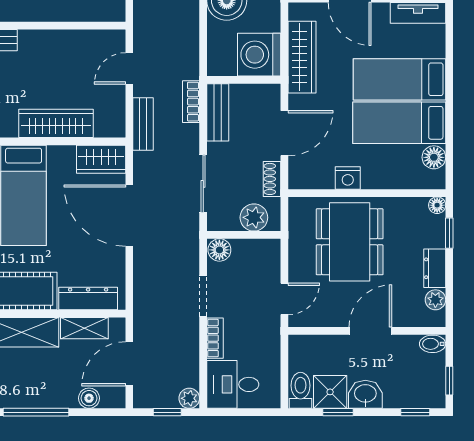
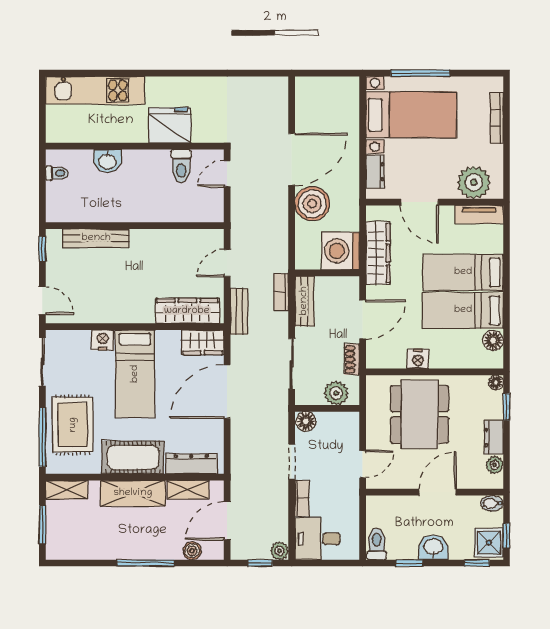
wardrobe: (56, 123) -> (187, 311), moved
door: (129, 216) -> (227, 391), hinge flipped
shower: (330, 392) -> (489, 543), moved

